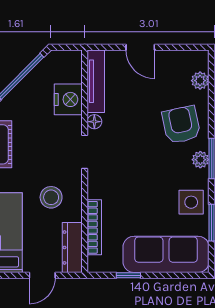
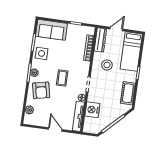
coffee table: (141, 157) -> (62, 78), added
sofa: (166, 254) -> (51, 30), width x0.73

